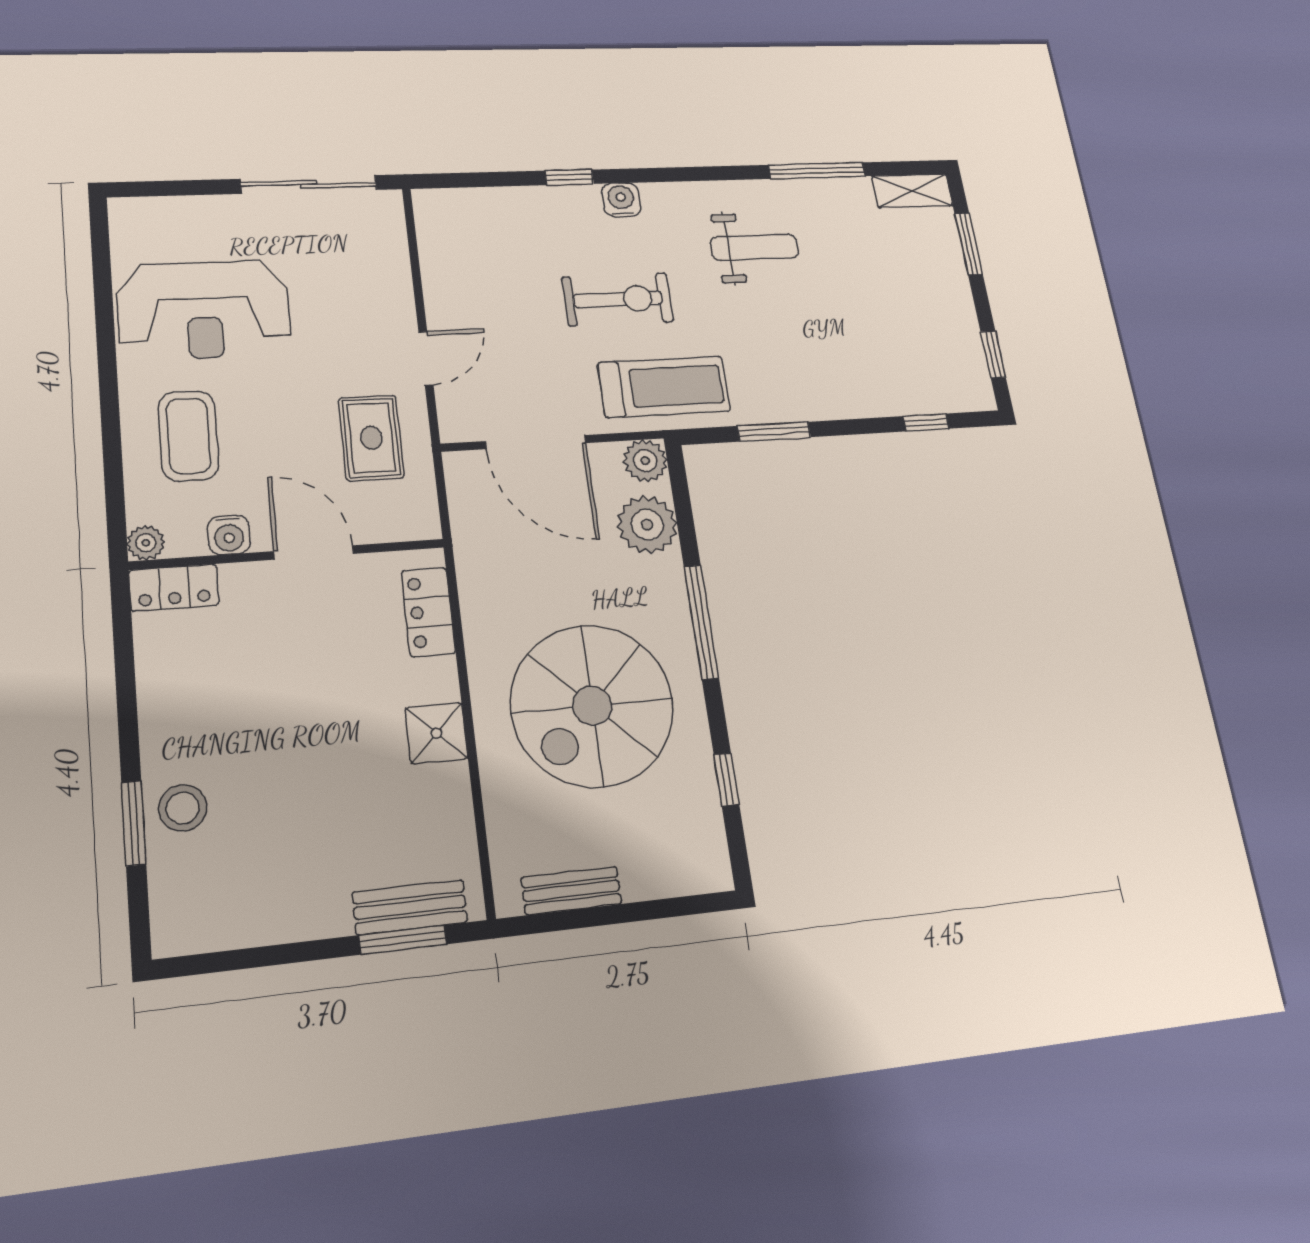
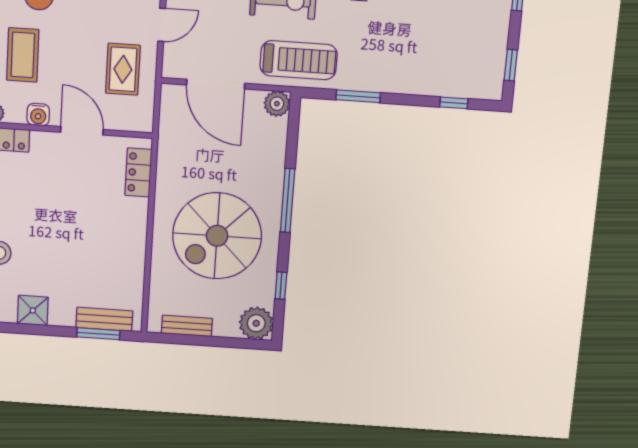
plant: (647, 525) -> (256, 323), moved
shower: (436, 733) -> (33, 310), moved

